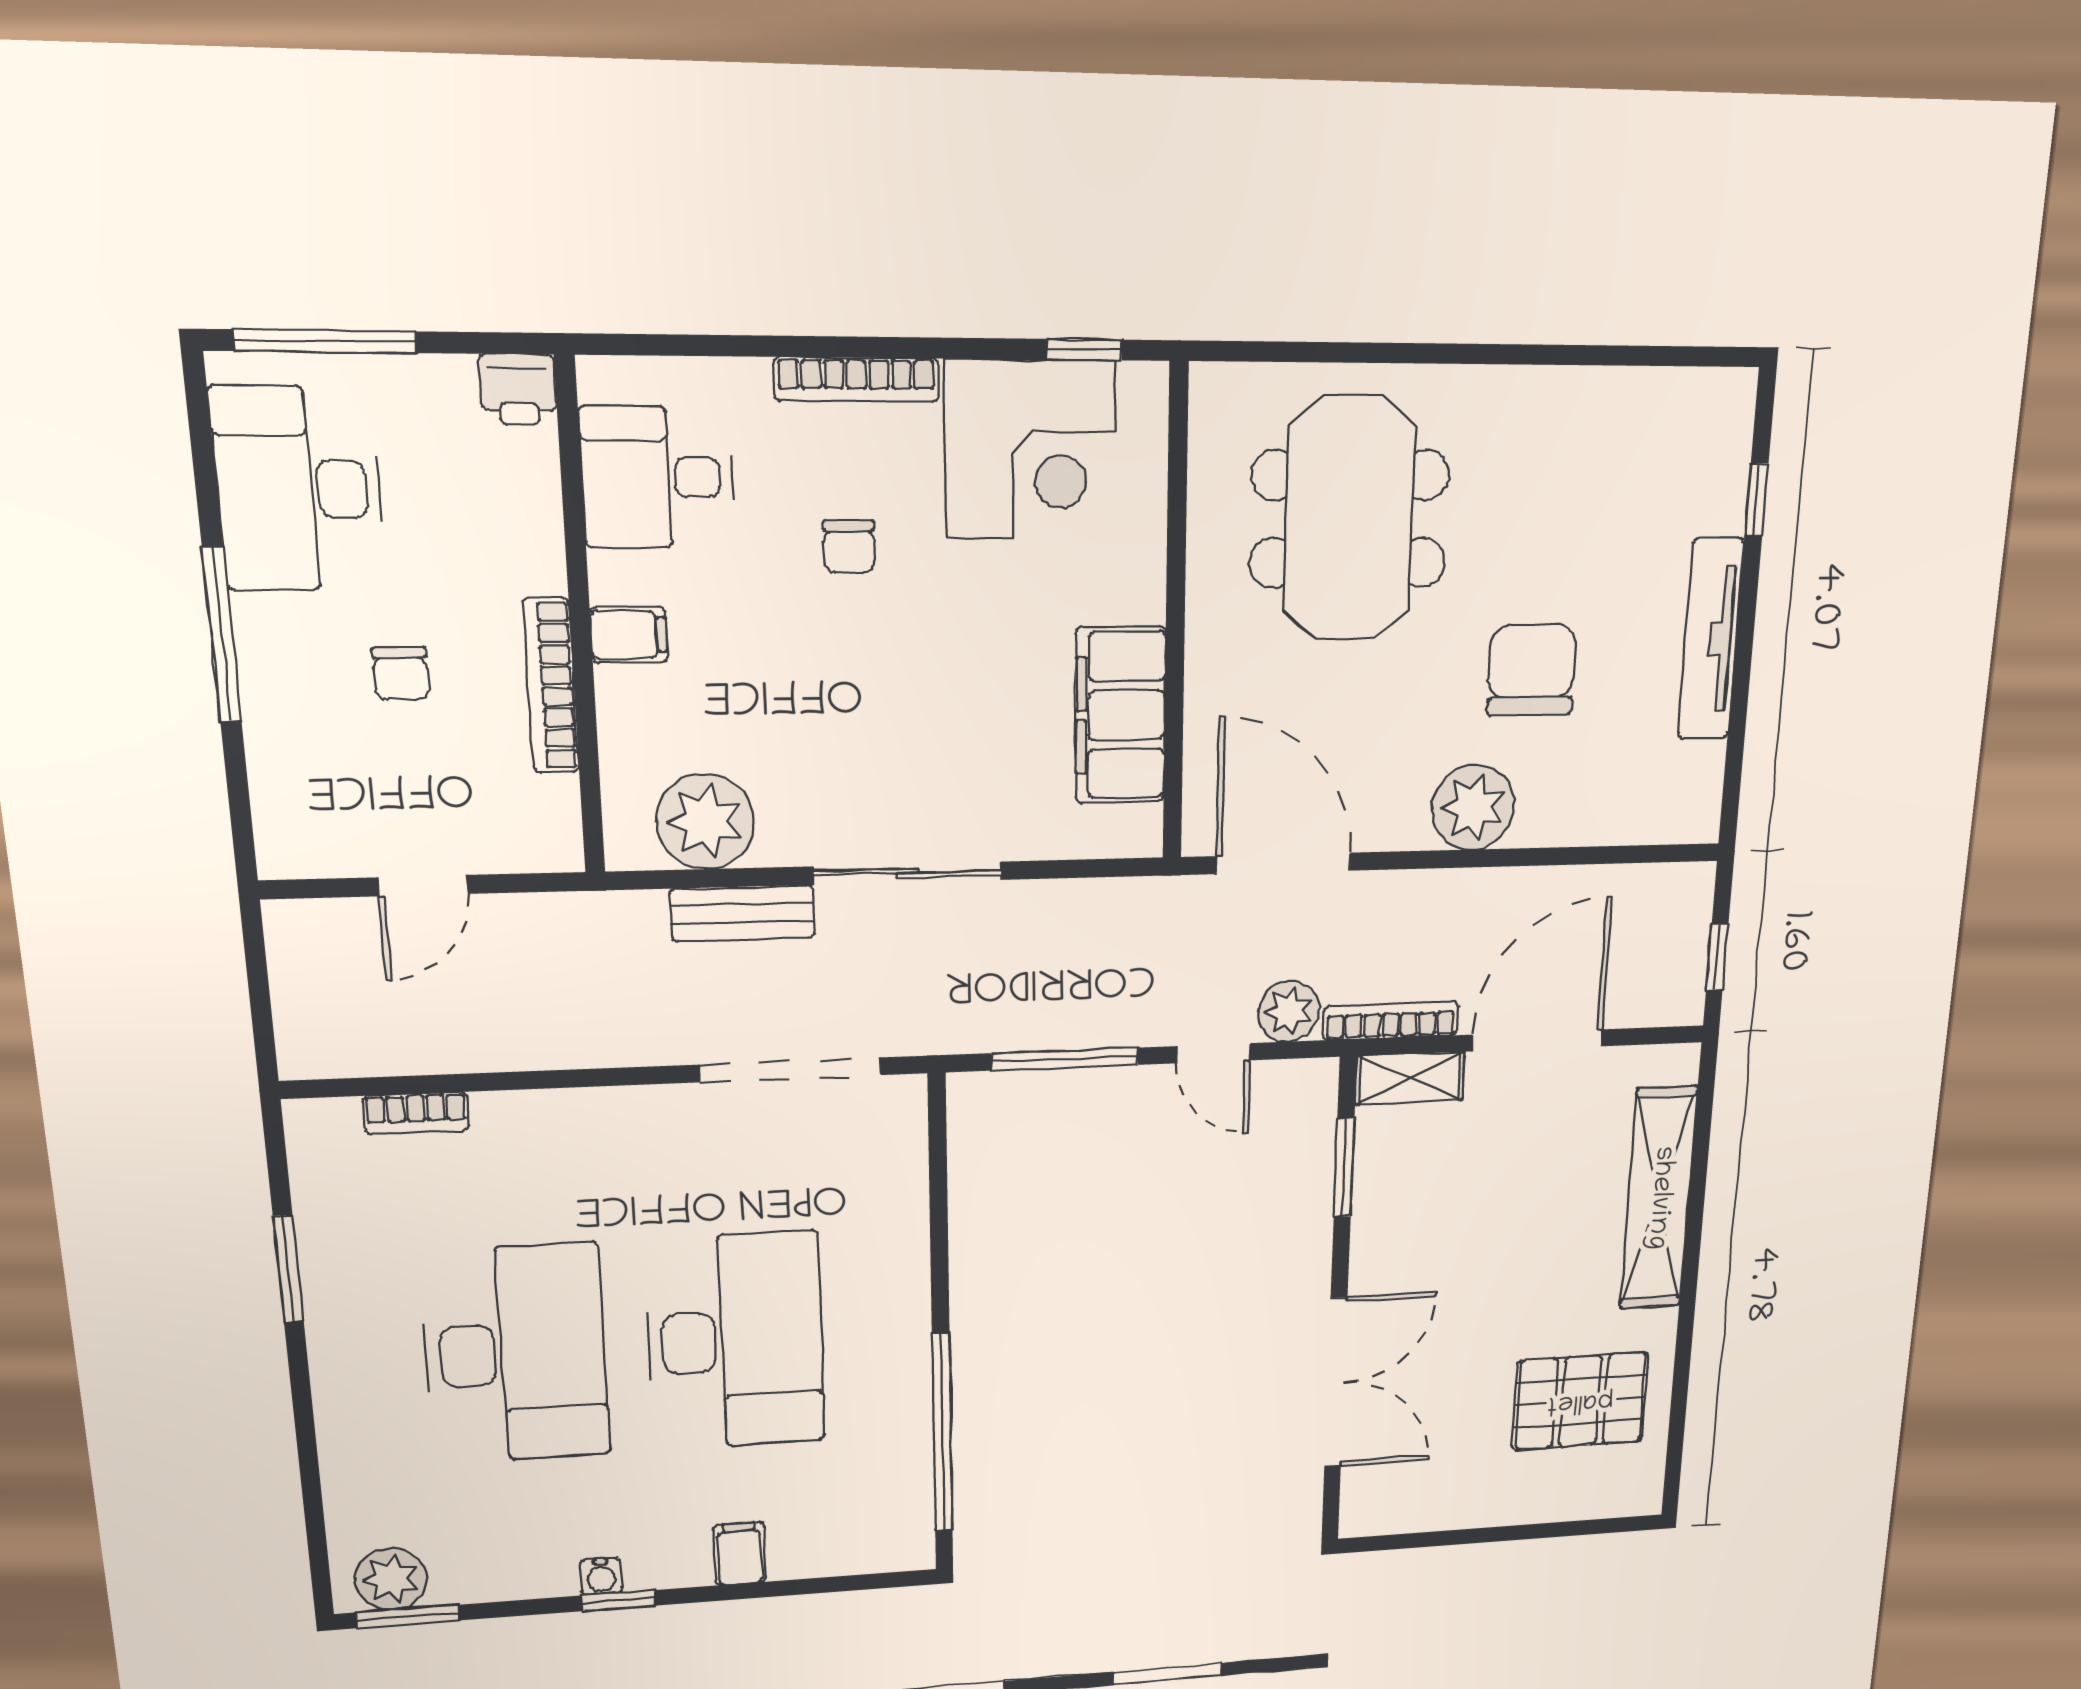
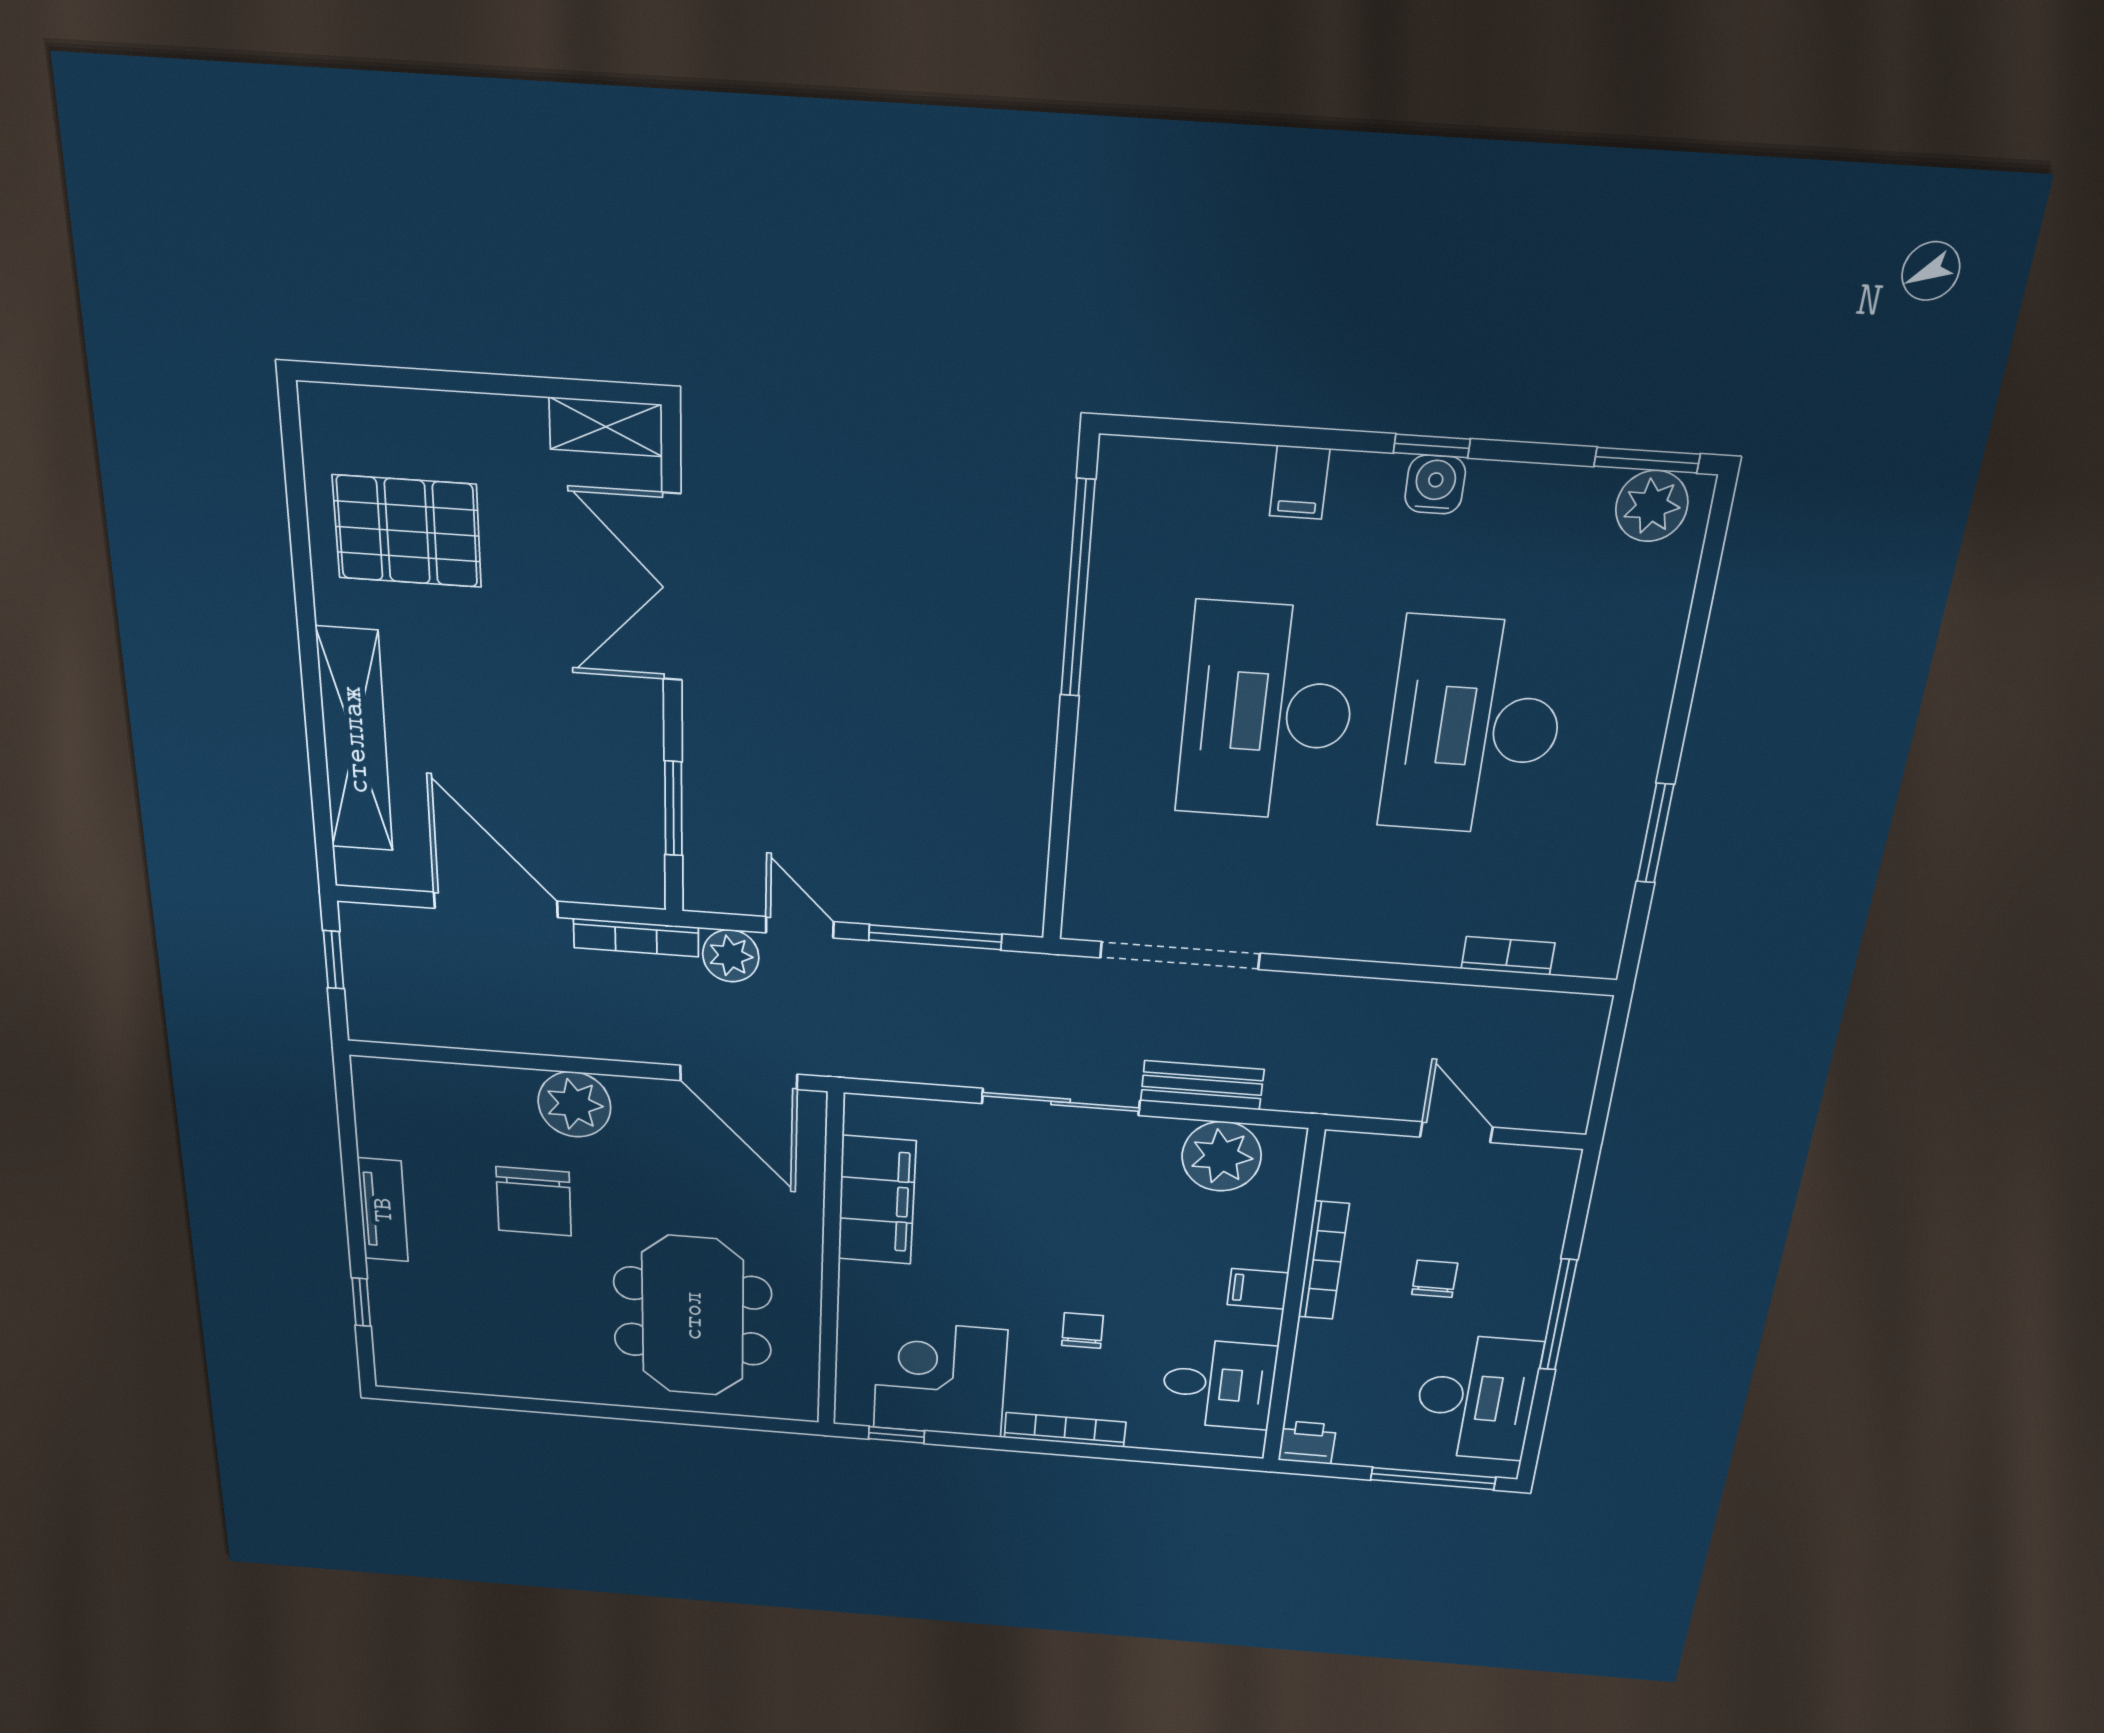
tv unit: (1711, 639) -> (383, 1210), width x0.71
door: (423, 886) -> (1456, 1132), hinge flipped
door: (1537, 1040) -> (496, 905), swing flipped
shelving: (1410, 1078) -> (606, 427), moved
water cooler: (601, 1576) -> (1435, 484), width x1.38, depth x1.38

